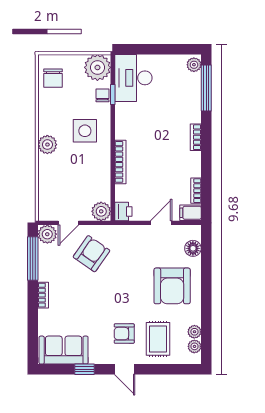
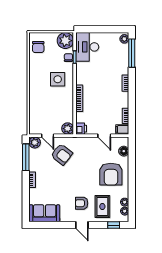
plant: (47, 145) -> (35, 88), removed
door: (68, 223) -> (48, 136), hinge flipped
door: (161, 223) -> (104, 136), swing flipped
armchair: (92, 254) -> (62, 154), turned 93
window: (85, 369) -> (114, 225), moved

